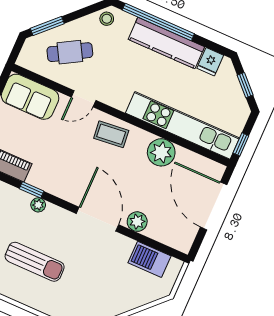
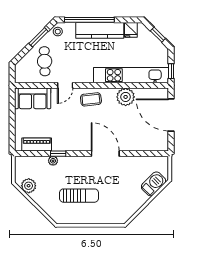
window: (47, 26) -> (39, 37), moved
cafe table: (70, 52) -> (45, 61), turned -62
plant: (38, 205) -> (53, 161), moved
plant: (137, 222) -> (130, 145), removed
barbecue: (149, 259) -> (154, 184), moved, turned 135

